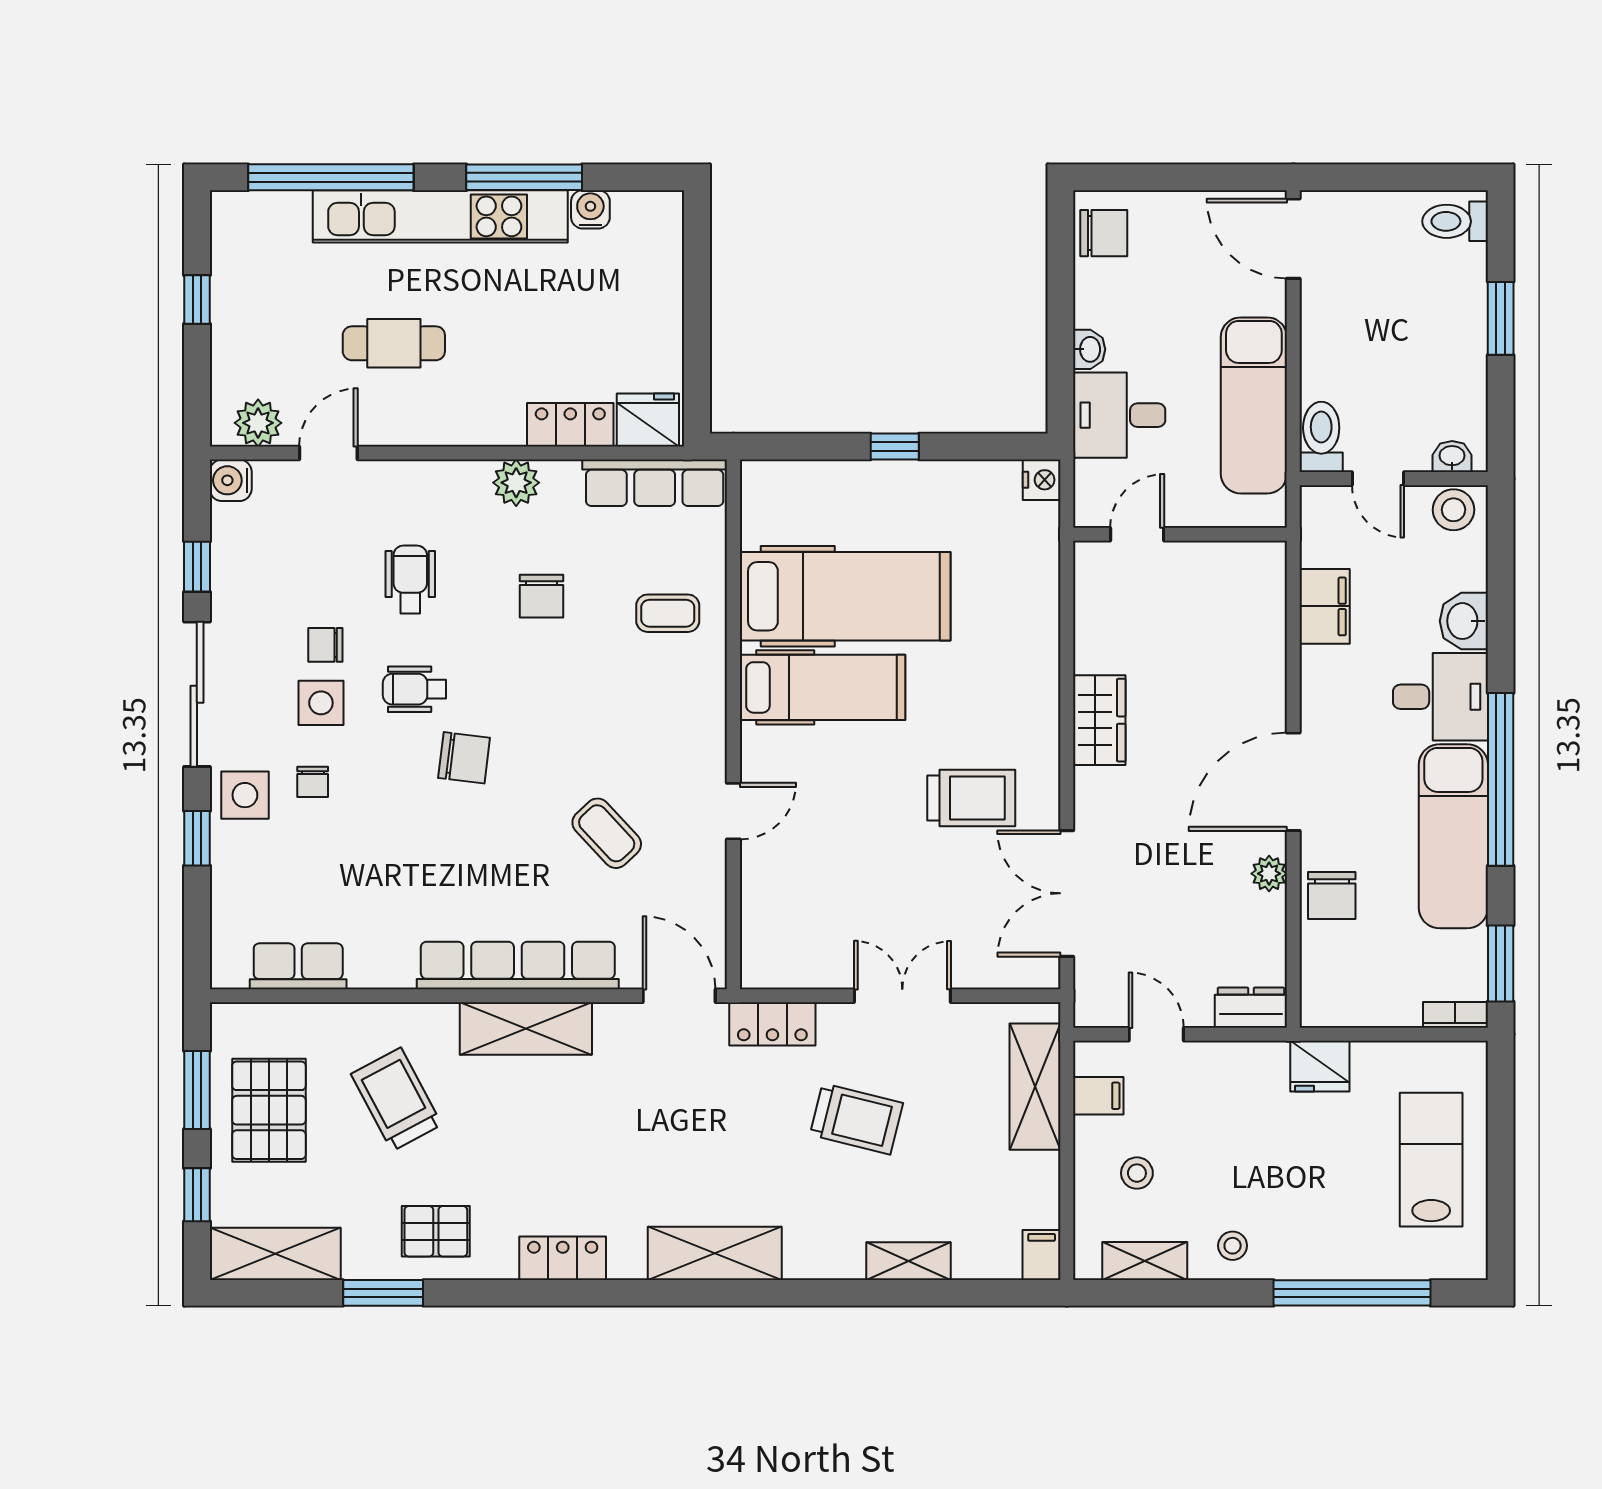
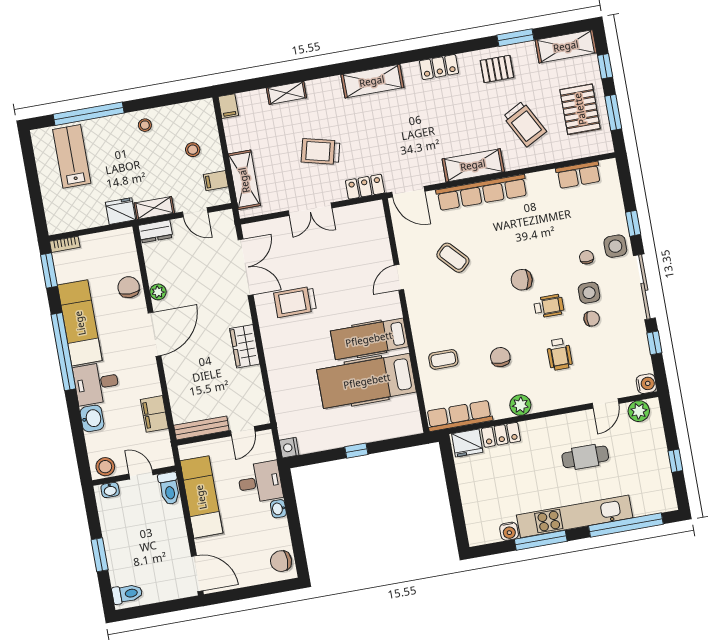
bench: (1227, 557) -> (201, 428), added
lab bench: (1431, 1160) -> (72, 156), moved, turned 180
shelving: (1145, 1261) -> (154, 208), moved

